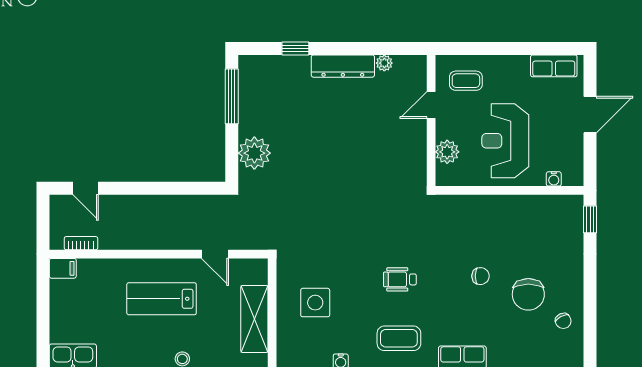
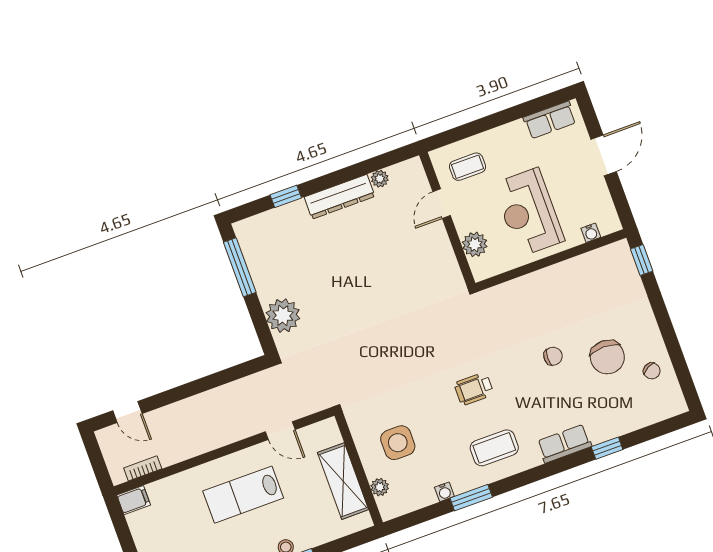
plant: (285, 336) -> (380, 487), added

